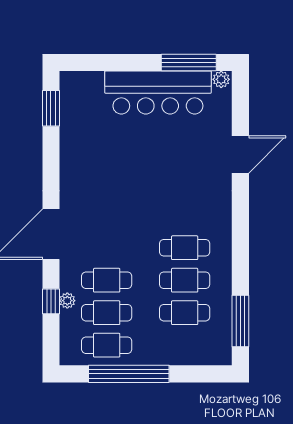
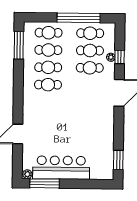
cafe table: (185, 345) -> (49, 33), added

